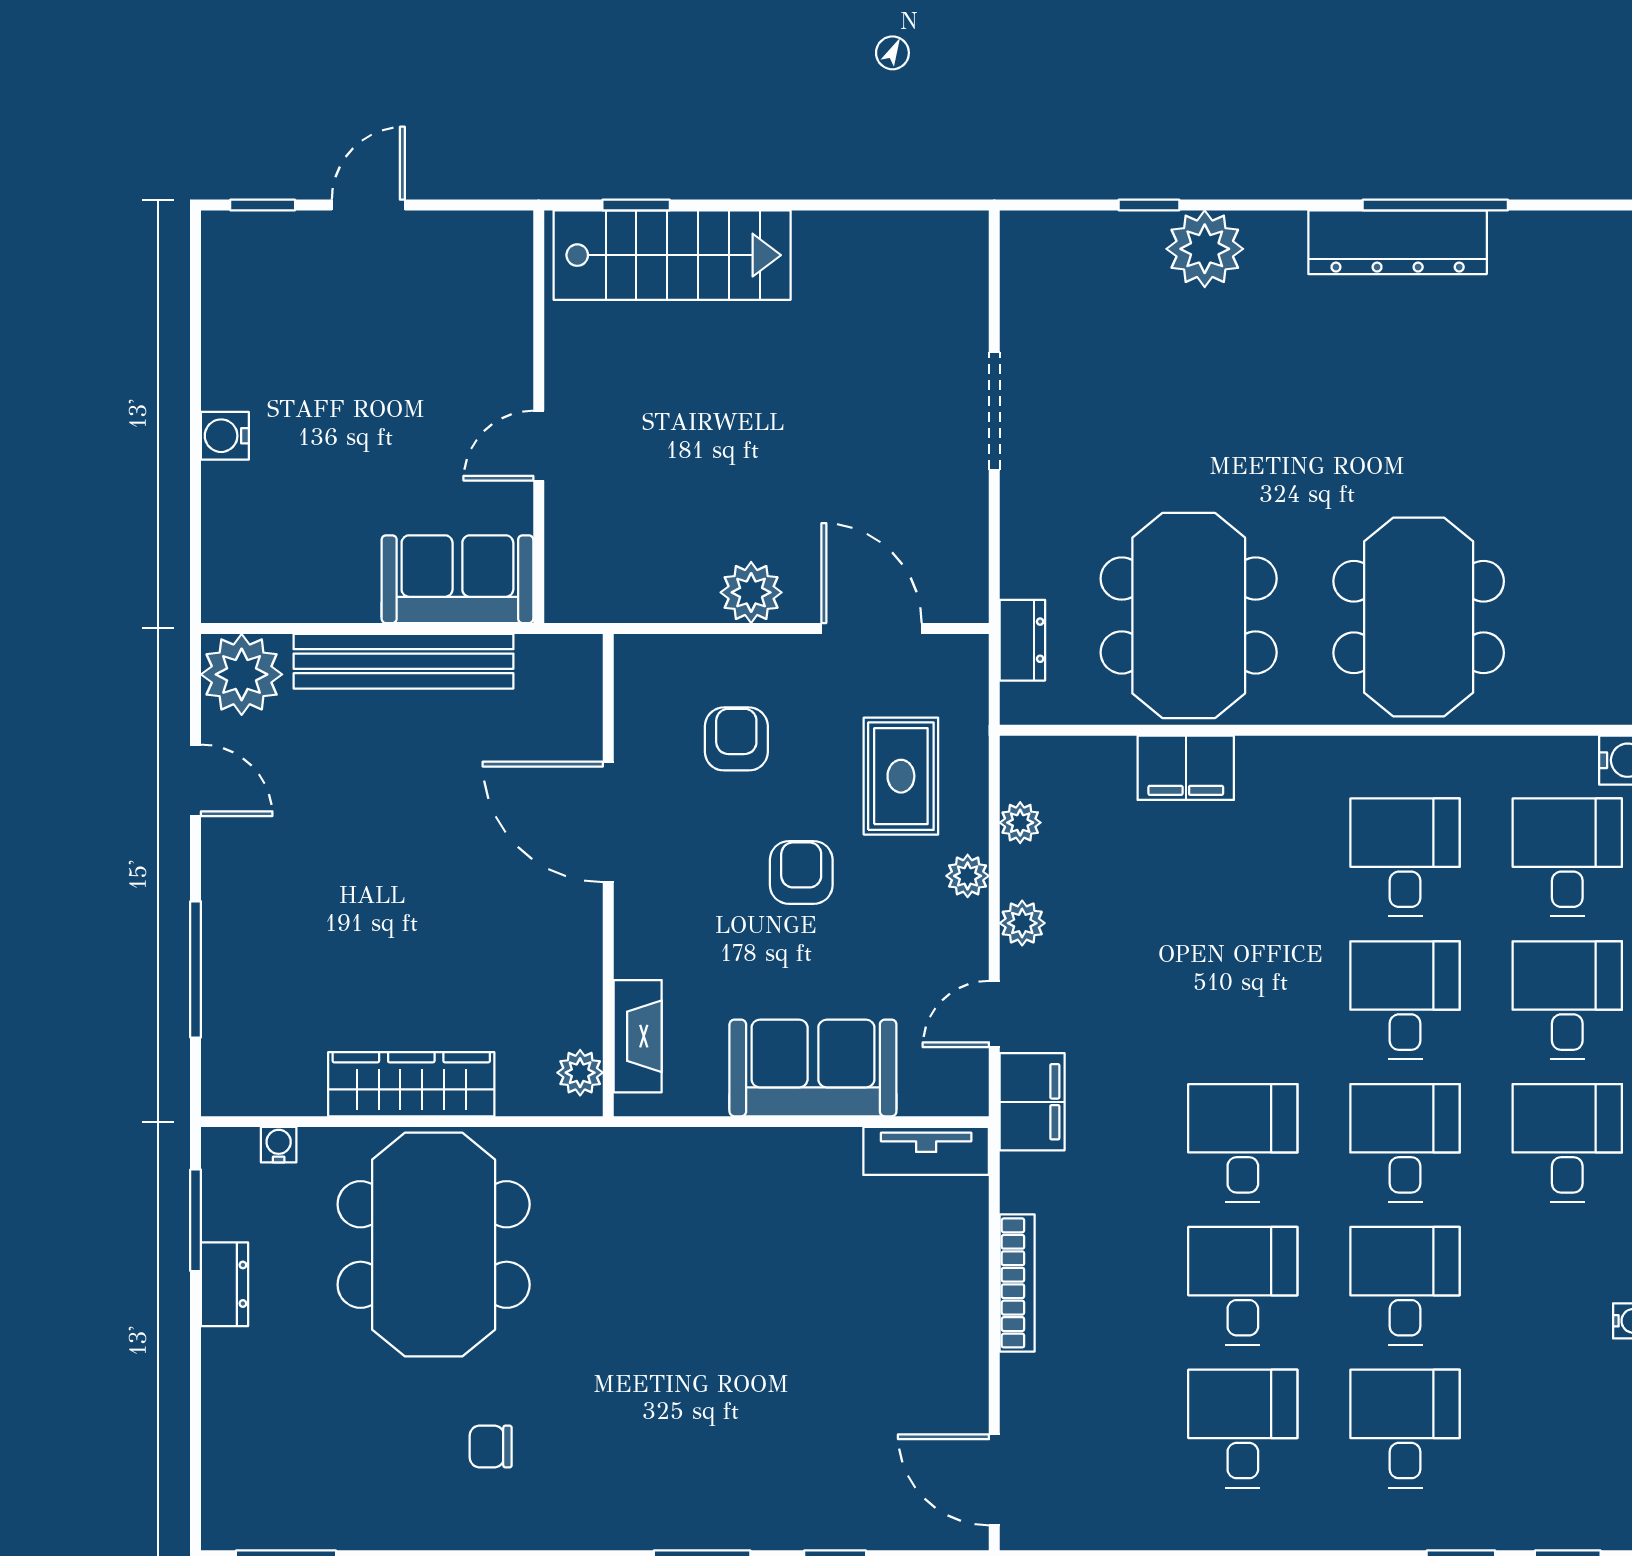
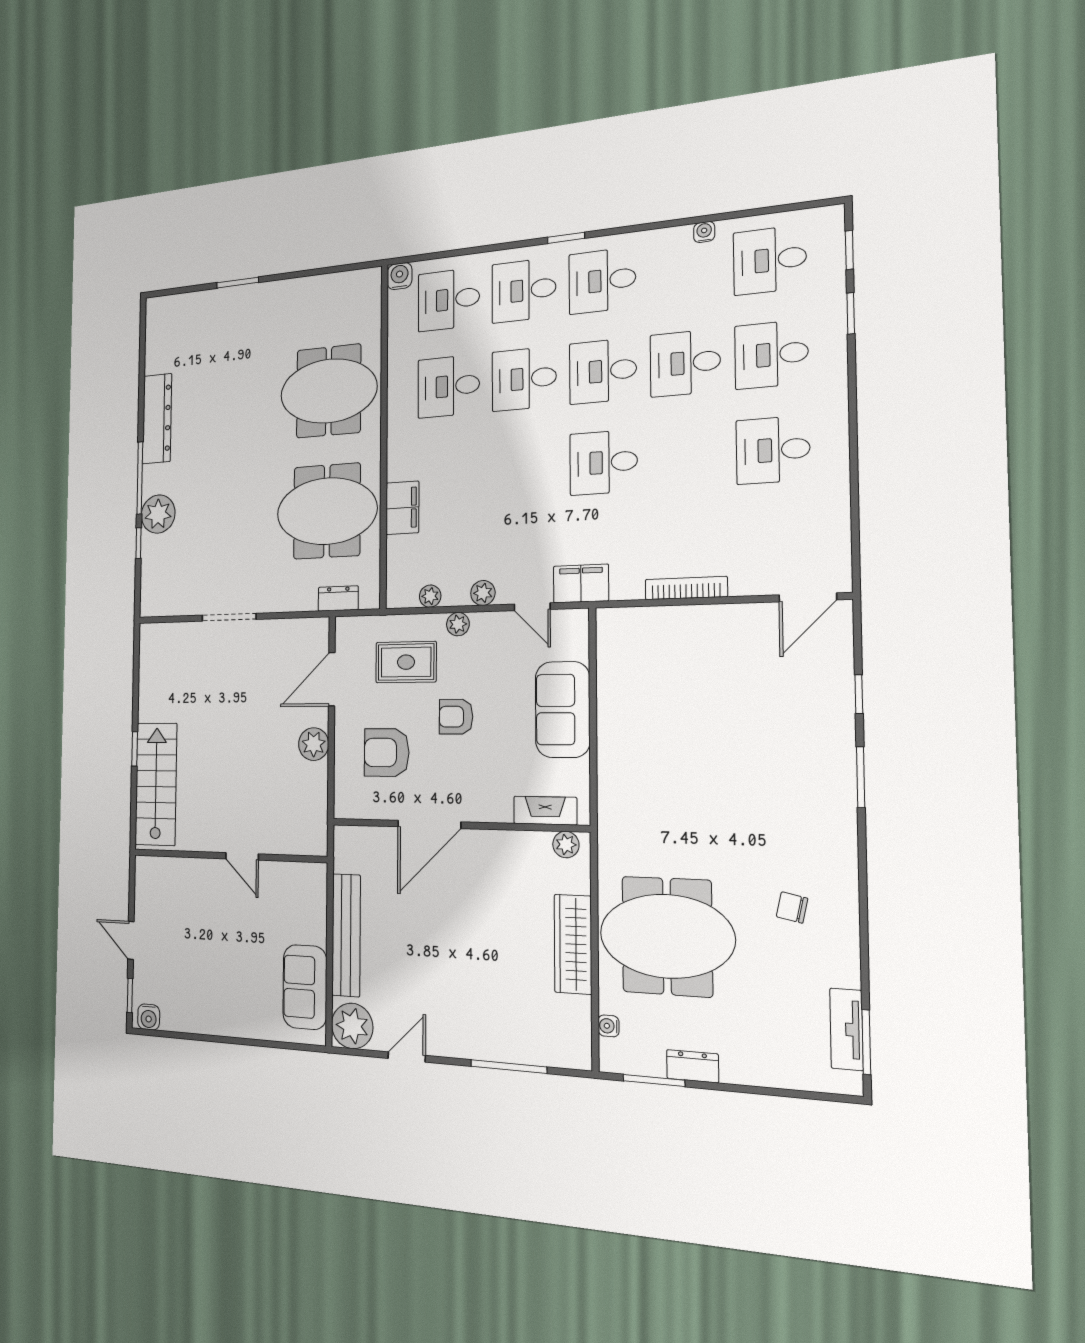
window: (636, 205) -> (135, 749), moved
window: (1435, 205) -> (140, 478), moved
water cooler: (225, 436) -> (149, 1017), moved
sofa: (457, 579) -> (305, 987), moved
armchair: (736, 739) -> (387, 753), width x1.38, depth x1.38
tv unit: (926, 1151) -> (847, 1029), moved, turned 180
desk: (1243, 1286) -> (770, 260), moved
chair: (491, 1447) -> (792, 907), turned 102

